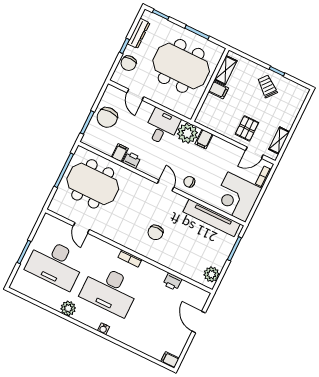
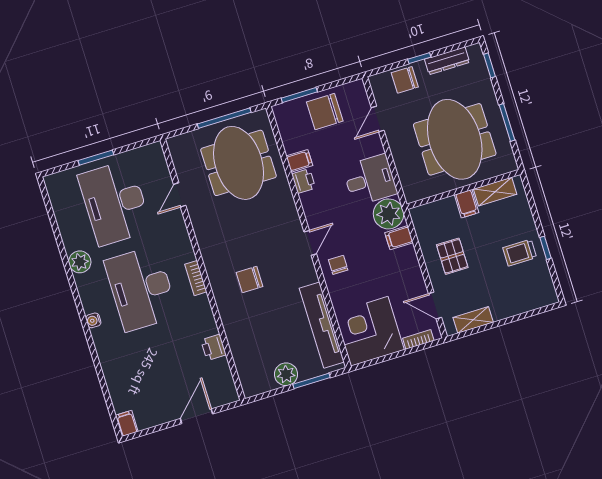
trolley: (267, 86) -> (520, 253), turned -129
pallet: (247, 128) -> (452, 256), moved, turned 90
plant: (211, 274) -> (286, 374), moved

